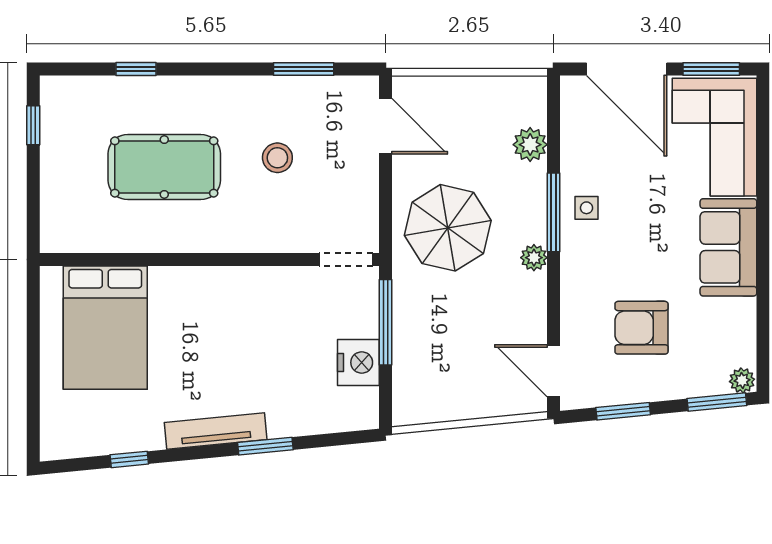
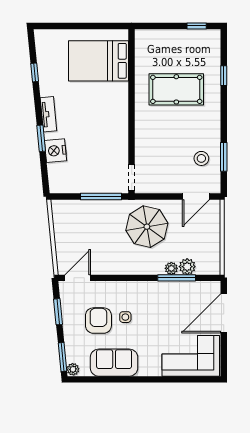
window: (711, 69) -> (224, 354), removed
stool: (277, 158) -> (201, 158), moved
pool table: (164, 167) -> (176, 89), turned 90
side table: (587, 208) -> (125, 317), moved
window: (554, 212) -> (177, 278), moved
sofa: (728, 247) -> (114, 363), moved
plant: (534, 258) -> (171, 268), moved
nightstand: (358, 362) -> (55, 151), moved, turned 84
tv unit: (216, 431) -> (48, 114), width x0.71

